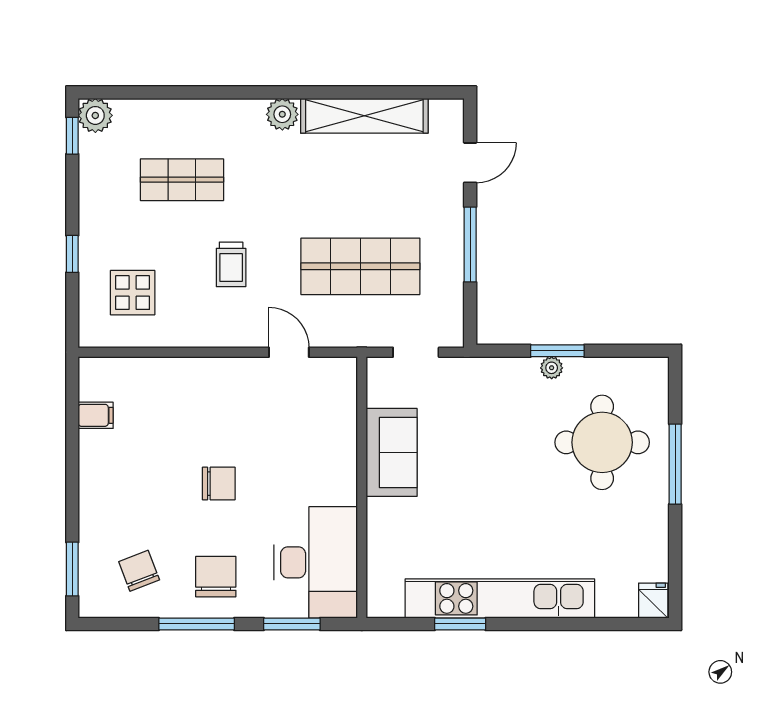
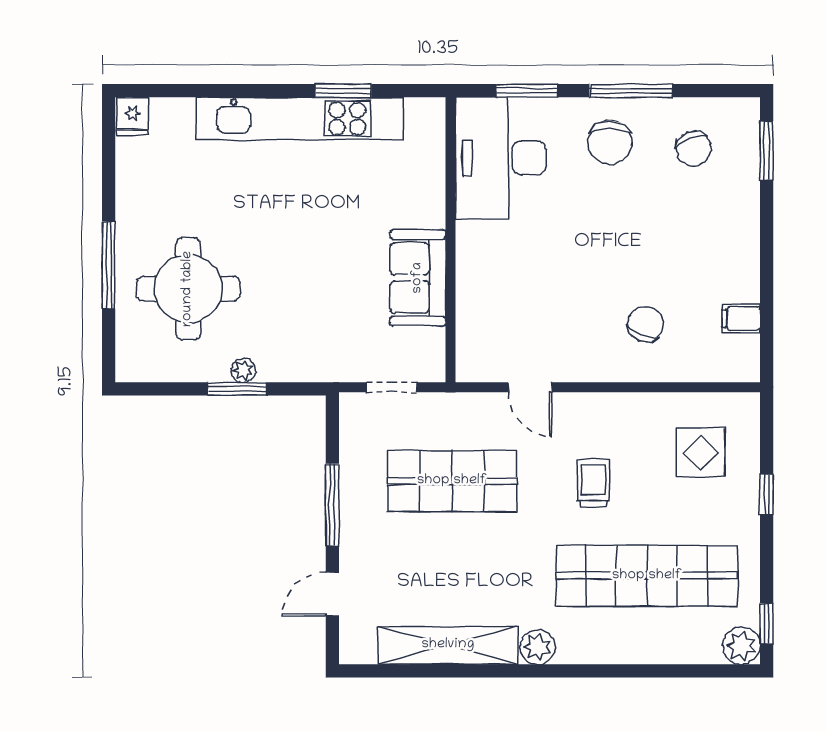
shop shelf: (182, 180) -> (647, 576), width x2.00, depth x1.36
chair: (219, 484) -> (645, 324), moved, turned 111

